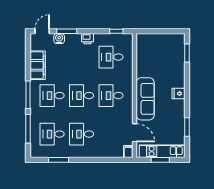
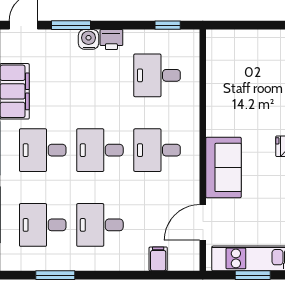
water cooler: (59, 39) -> (89, 39), moved
sofa: (145, 99) -> (224, 167), width x0.73
door: (135, 133) -> (203, 222), swing flipped
filing cabinet: (128, 152) -> (158, 259), moved

